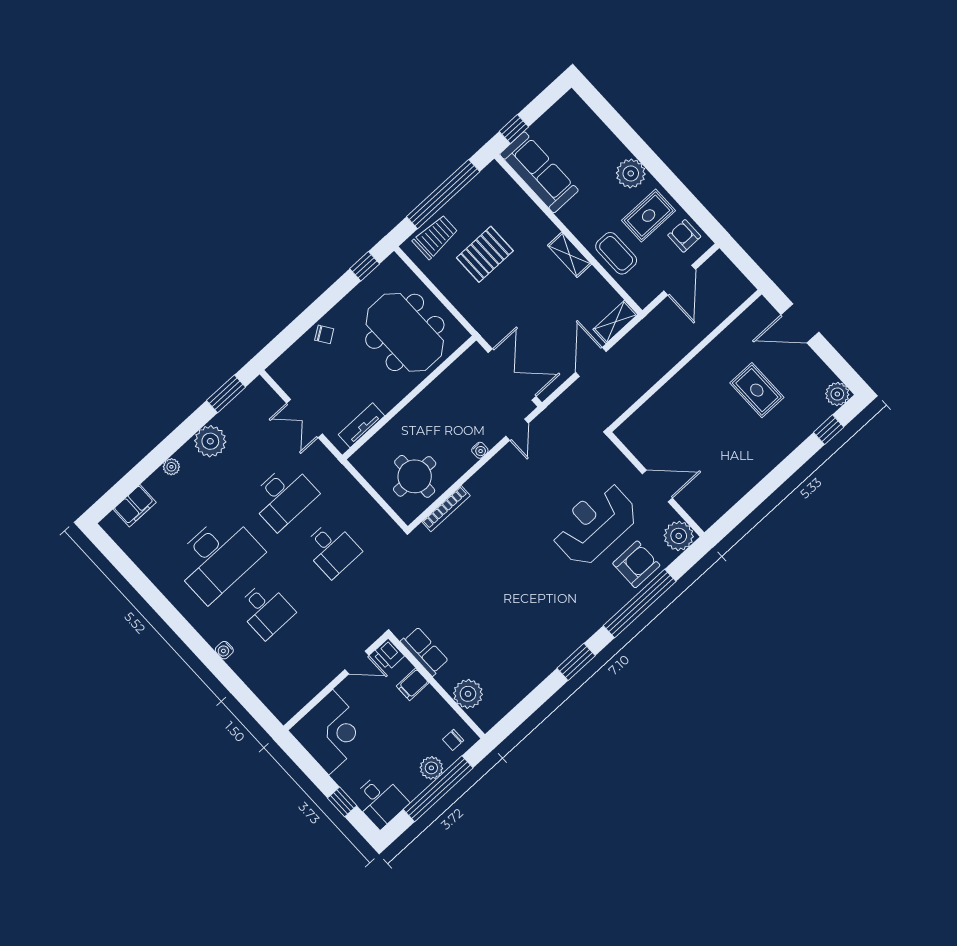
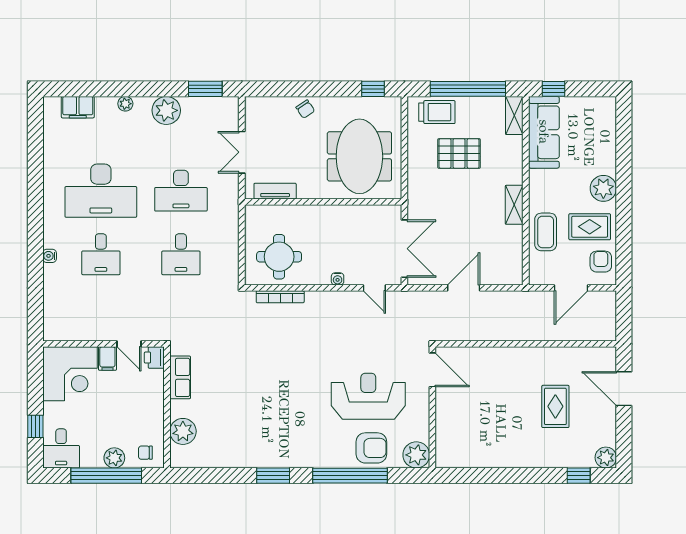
shelving: (615, 322) -> (514, 115), moved, turned 90
door: (517, 430) -> (374, 288), hinge flipped
door: (657, 486) -> (432, 370), moved
filing cabinet: (413, 684) -> (107, 359), moved, turned -90

